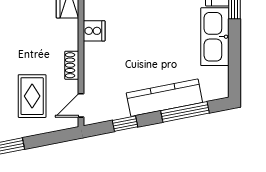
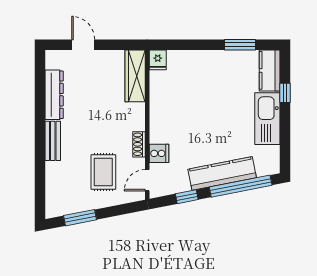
cooker: (94, 31) -> (159, 153), moved
window: (185, 112) -> (241, 186), width x1.46

